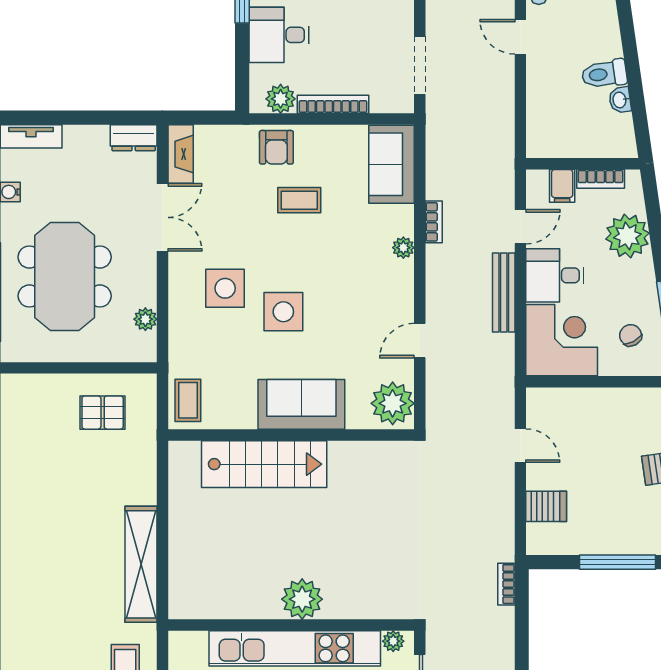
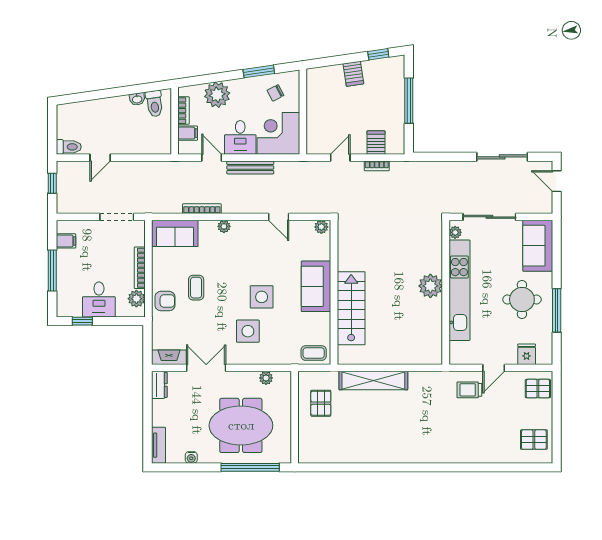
toilet: (604, 74) -> (154, 104), moved
bookcase: (434, 222) -> (202, 209), width x1.56
plant: (393, 403) -> (321, 227), width x0.53, depth x0.53
shelving: (141, 564) -> (373, 381), moved
bookcase: (506, 584) -> (377, 166), moved

